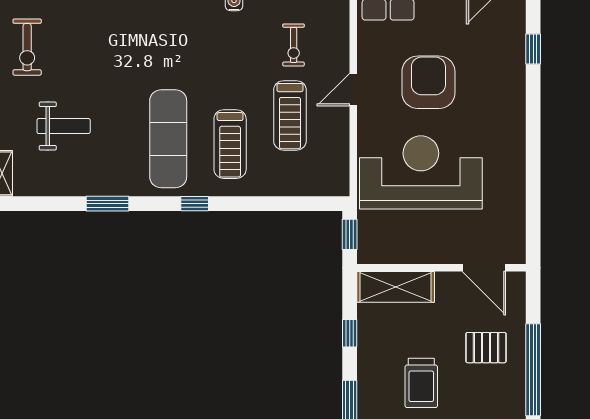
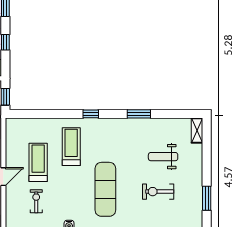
exercise bike: (27, 47) -> (158, 192), moved, turned -90
exercise mat: (168, 139) -> (105, 189), moved

